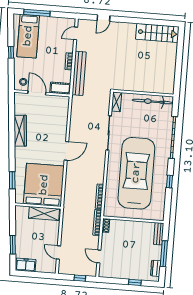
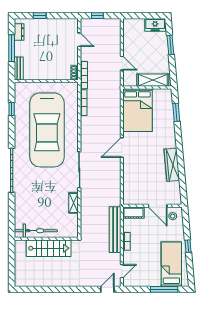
door: (104, 18) -> (107, 289), moved
stairs: (157, 33) -> (49, 248), moved, turned 180
wall: (143, 93) -> (46, 239), moved
bicycle: (153, 102) -> (36, 231), moved
window: (170, 181) -> (12, 109), moved
bed: (44, 185) -> (137, 110), width x0.73
shelving: (44, 214) -> (153, 80), moved
door: (58, 253) -> (122, 63), moved

